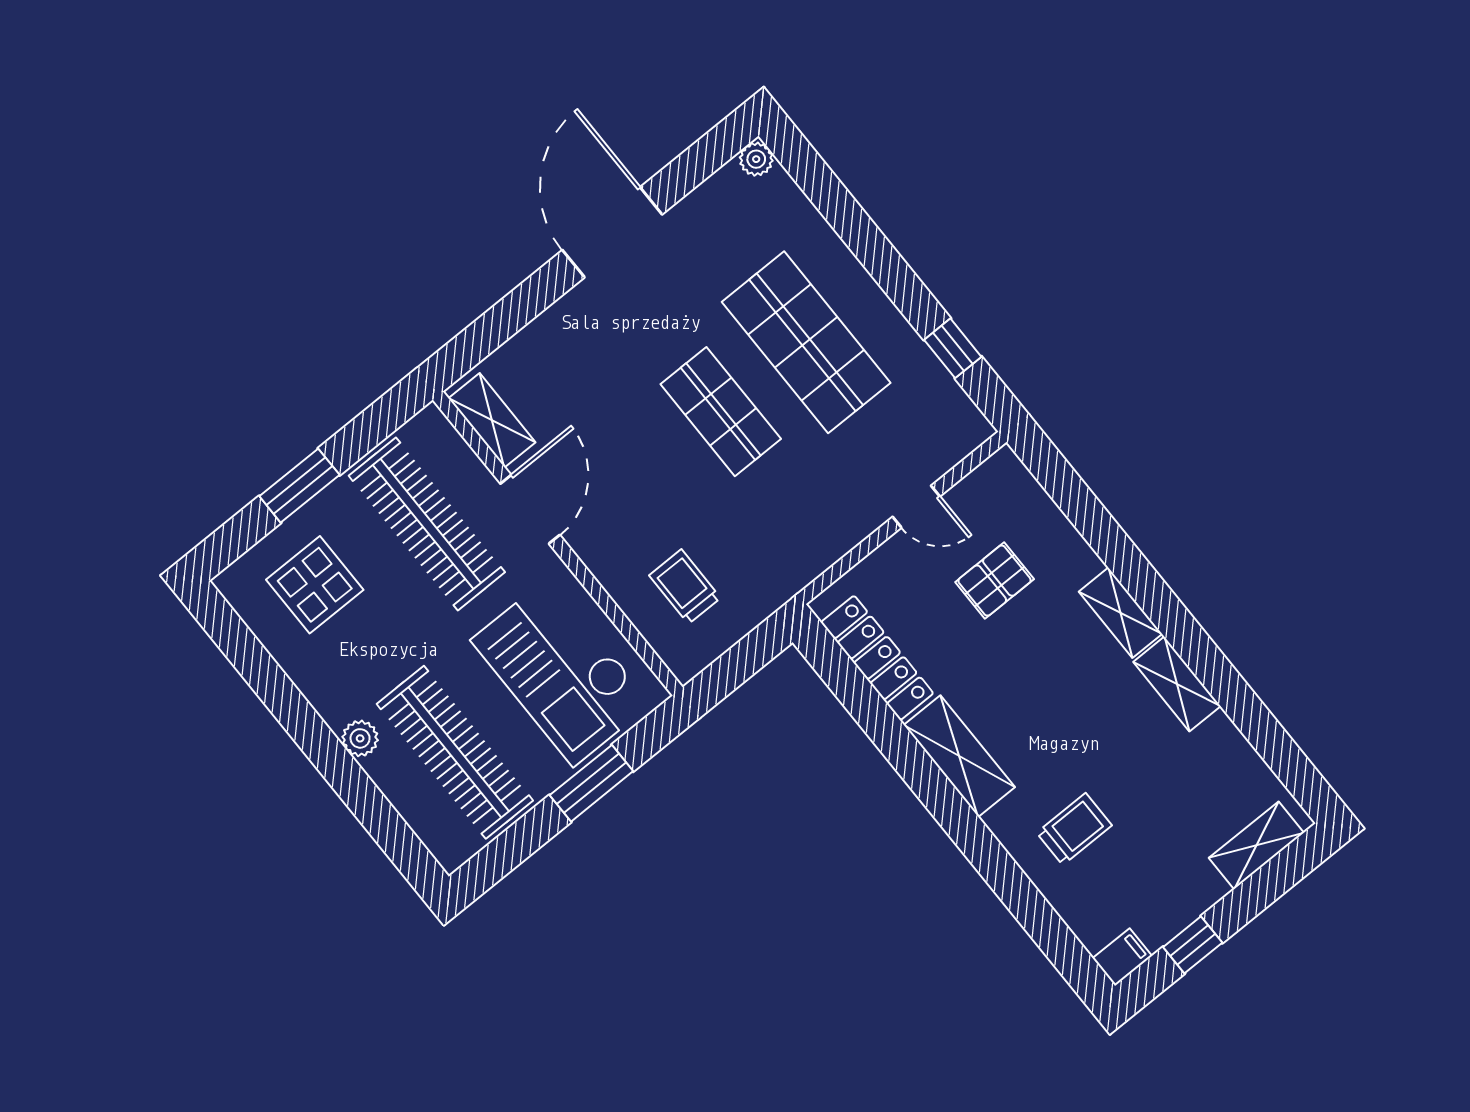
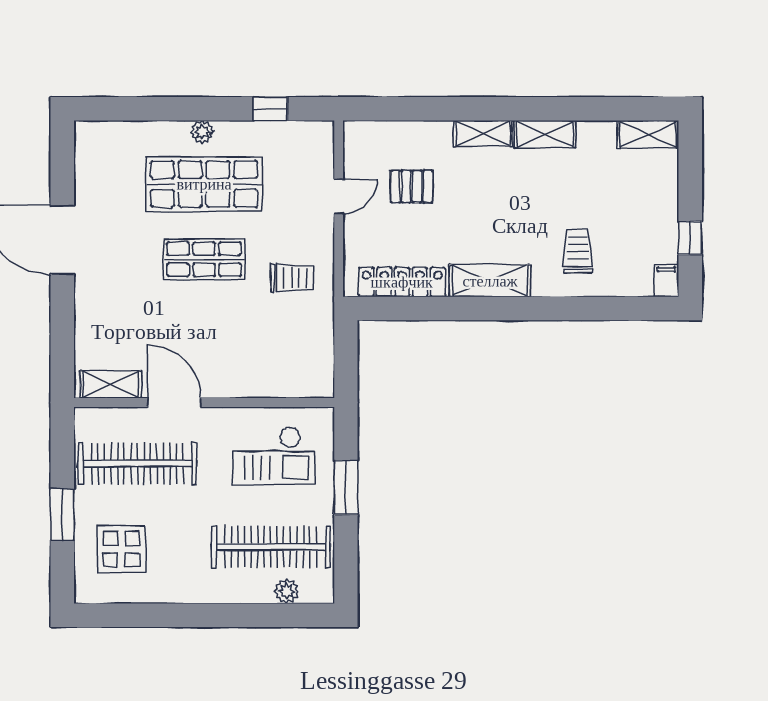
plant: (756, 159) -> (202, 132), moved
pallet: (995, 581) -> (412, 187), turned 90
trolley: (685, 587) -> (292, 278), moved, turned 180
checkout: (561, 672) -> (274, 456), width x0.73, depth x0.83
plant: (360, 738) -> (287, 591), moved
shelving: (1256, 845) -> (648, 134), moved, turned 90

